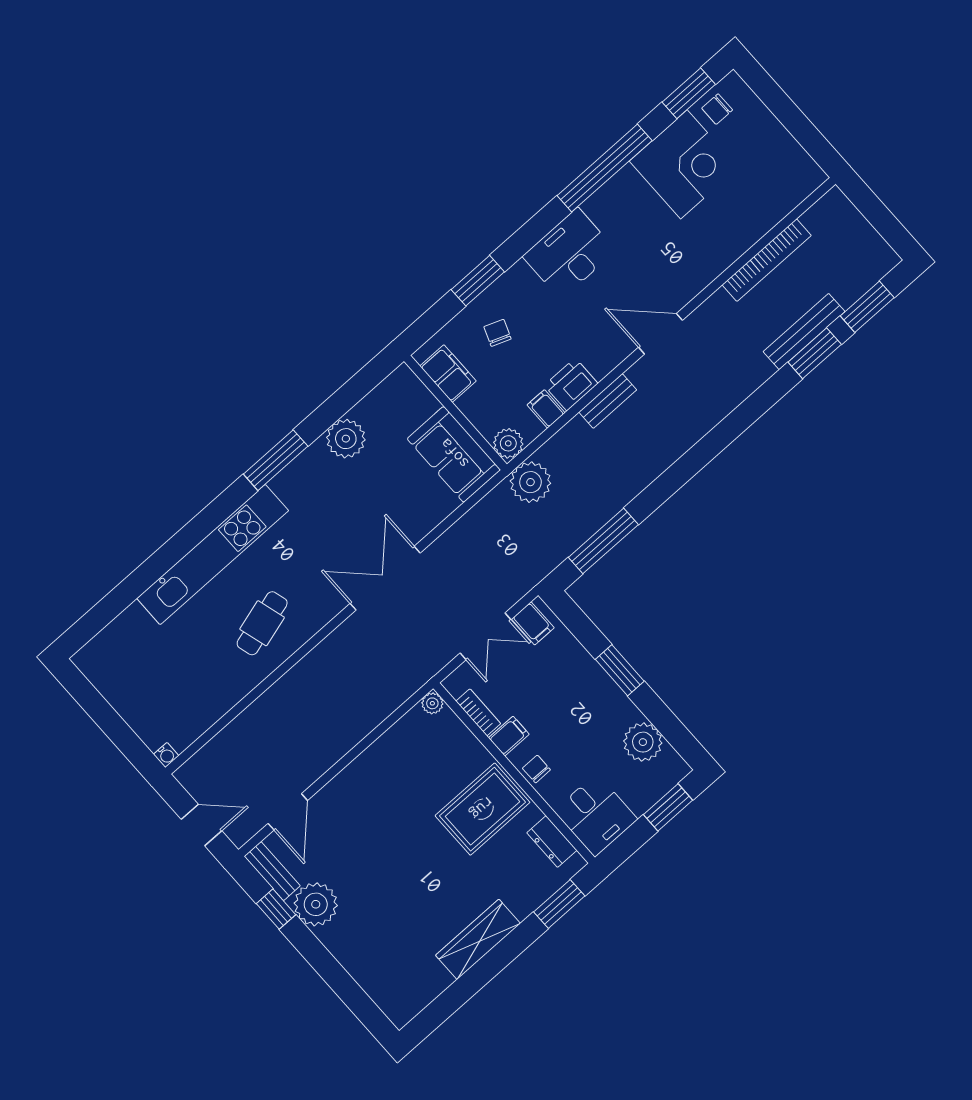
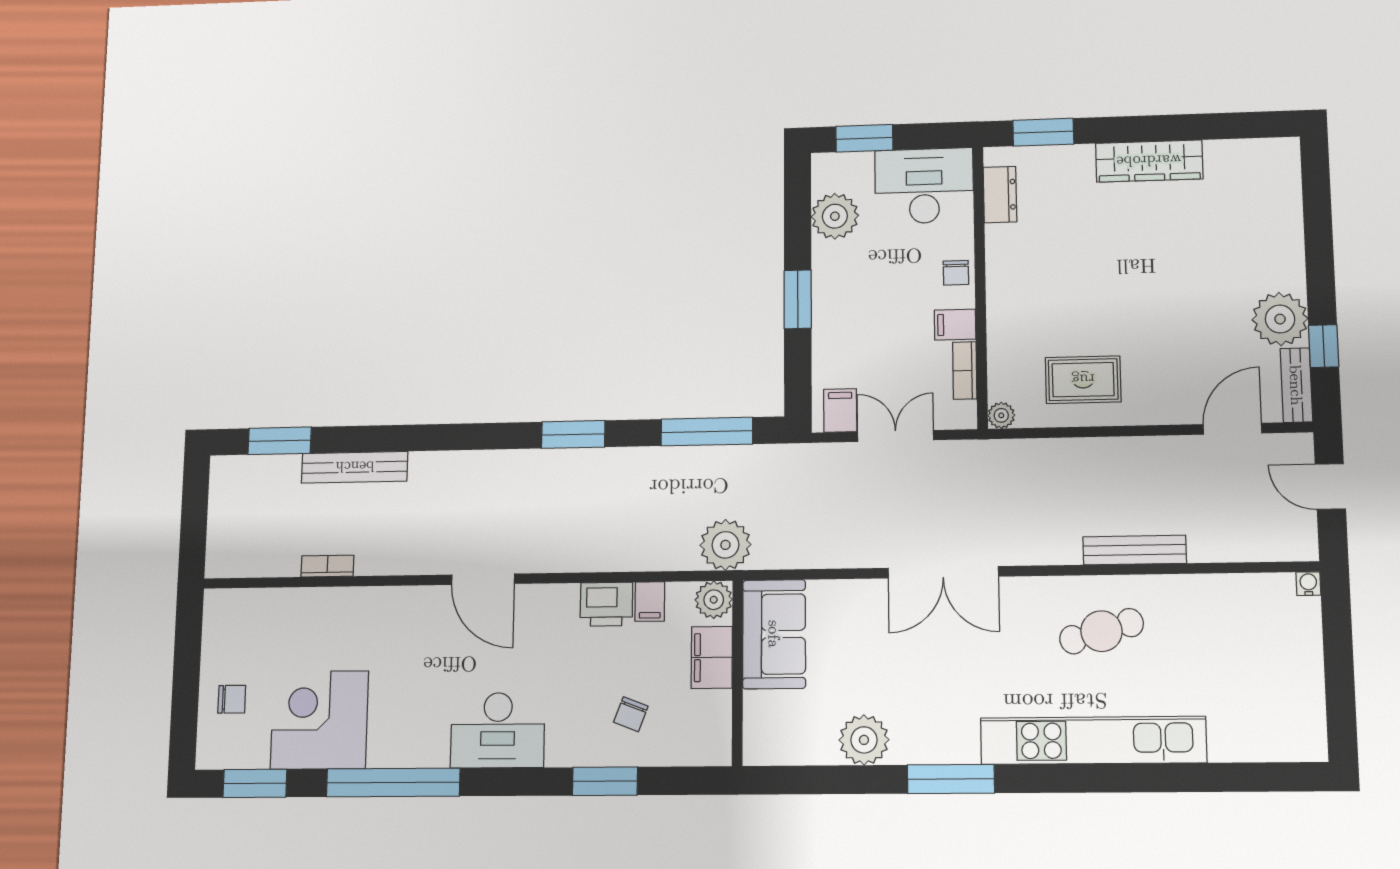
chair: (717, 109) -> (232, 699), moved
bookcase: (767, 260) -> (327, 566), width x0.43, depth x0.76
window: (815, 353) -> (573, 434), moved
filing cabinet: (448, 374) -> (712, 657), moved
bench: (608, 401) -> (1135, 550), moved, width x1.36
rug: (482, 809) -> (1083, 380), moved, width x0.73, depth x0.70
desk: (596, 815) -> (924, 186), width x1.37

